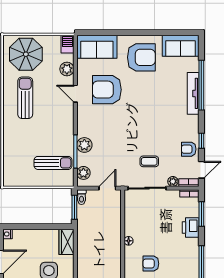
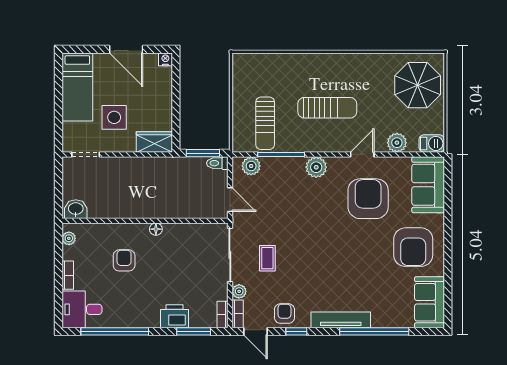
tv unit: (193, 93) -> (341, 320), moved
sun lounger: (25, 98) -> (327, 108), moved
plant: (84, 145) -> (316, 167), moved

